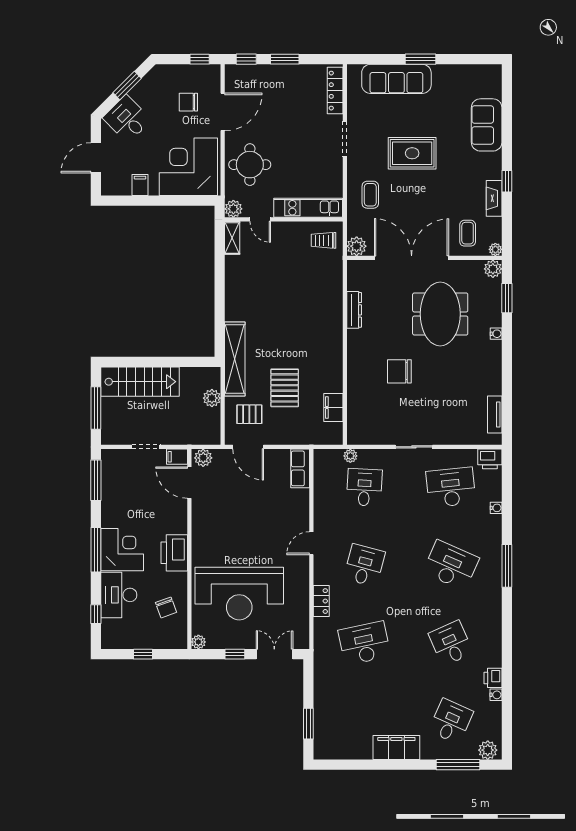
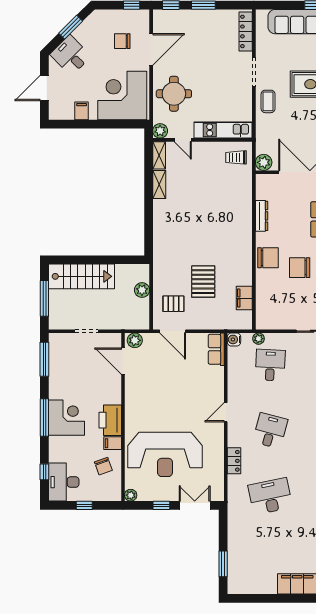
coffee table: (370, 195) -> (268, 101), moved
shelving: (235, 359) -> (159, 185), moved, width x0.45, depth x0.75
chair: (362, 360) -> (268, 258), added
filing cabinet: (177, 457) -> (113, 443), moved
water cooler: (321, 457) -> (234, 339), added
desk: (119, 595) -> (64, 482), moved

